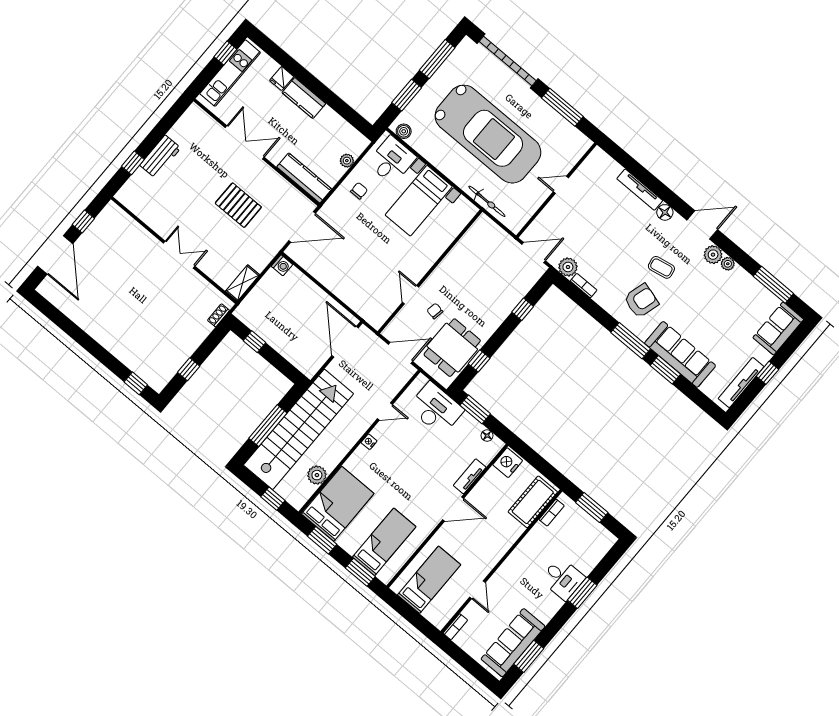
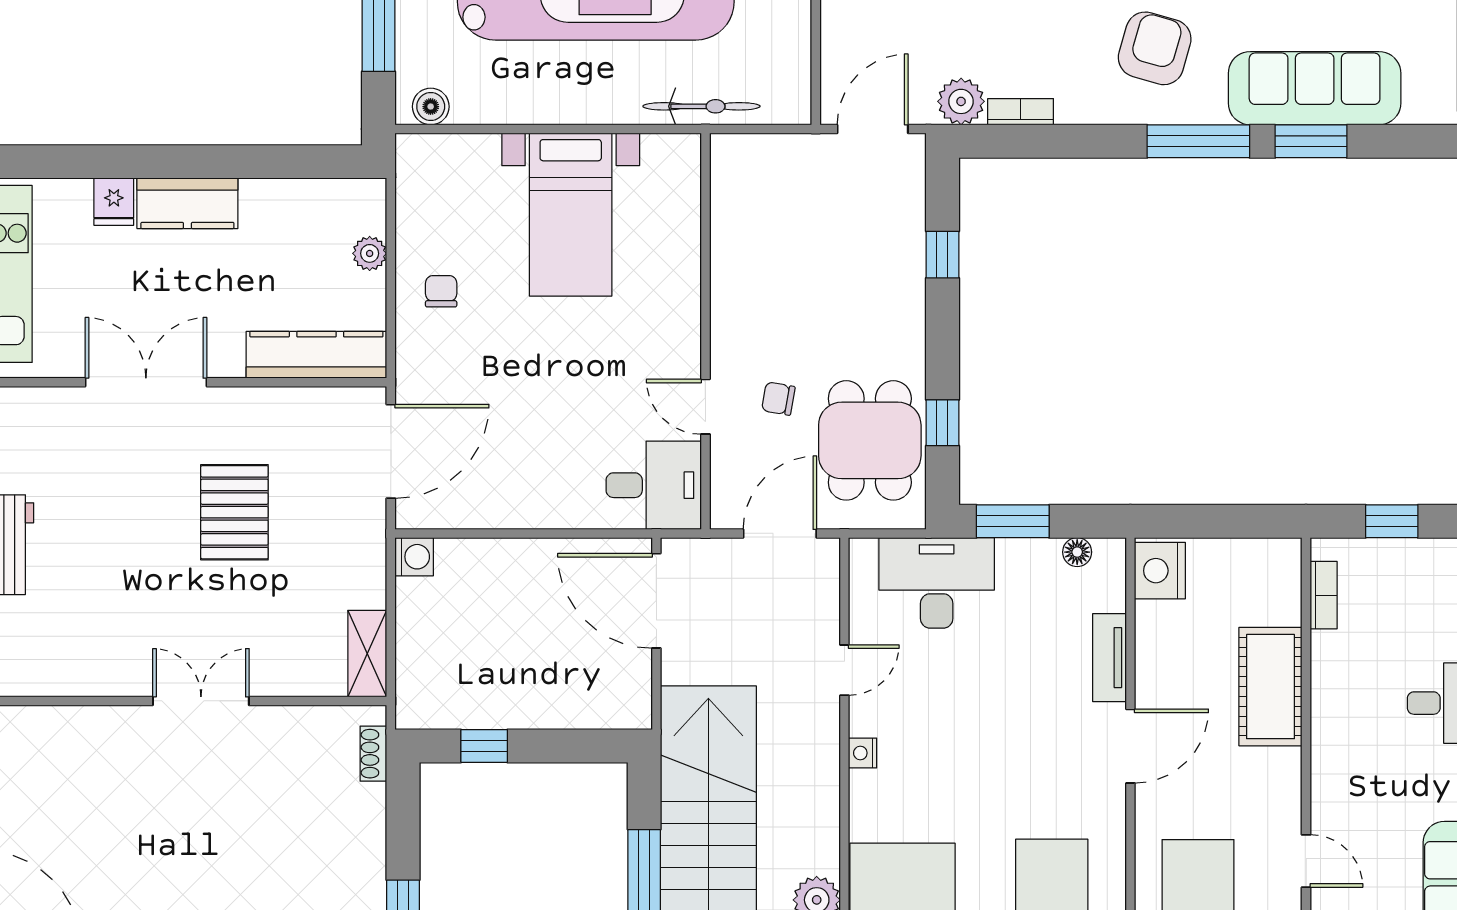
desk: (392, 160) -> (654, 485), moved, turned 90
pallet: (238, 205) -> (234, 512), turned 90
cot: (533, 502) -> (1270, 687), moved
window: (592, 508) -> (1392, 521), width x0.67

